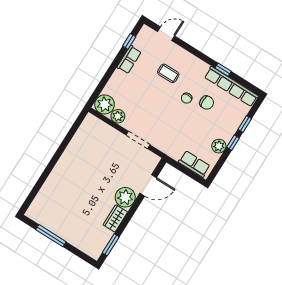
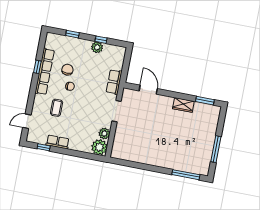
door: (166, 34) -> (27, 121), hinge flipped
row of seats: (231, 86) -> (45, 72), moved
window: (233, 143) -> (101, 40), moved
row of seats: (194, 164) -> (114, 82), moved
window: (35, 191) -> (186, 175), added
plant: (125, 197) -> (164, 104), removed

